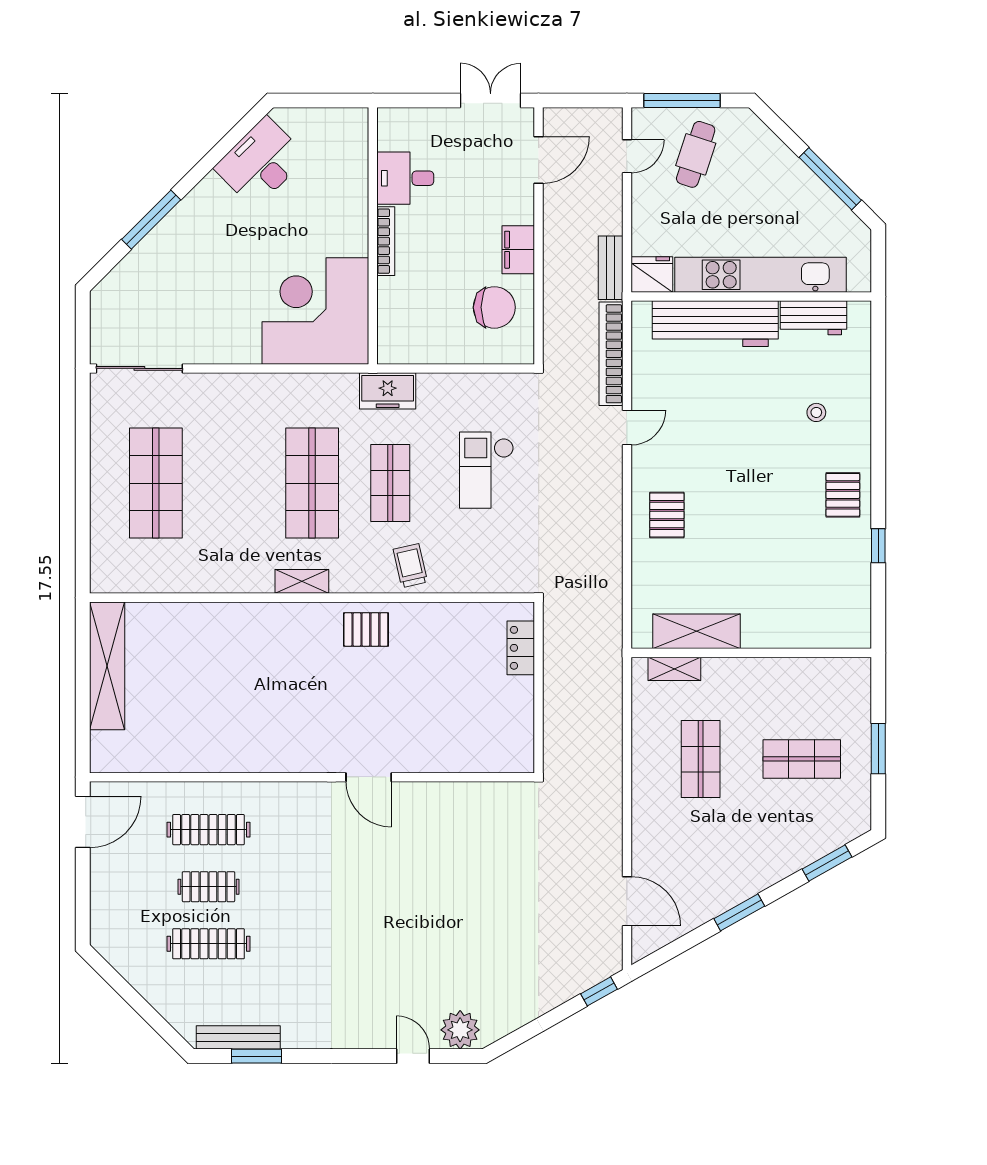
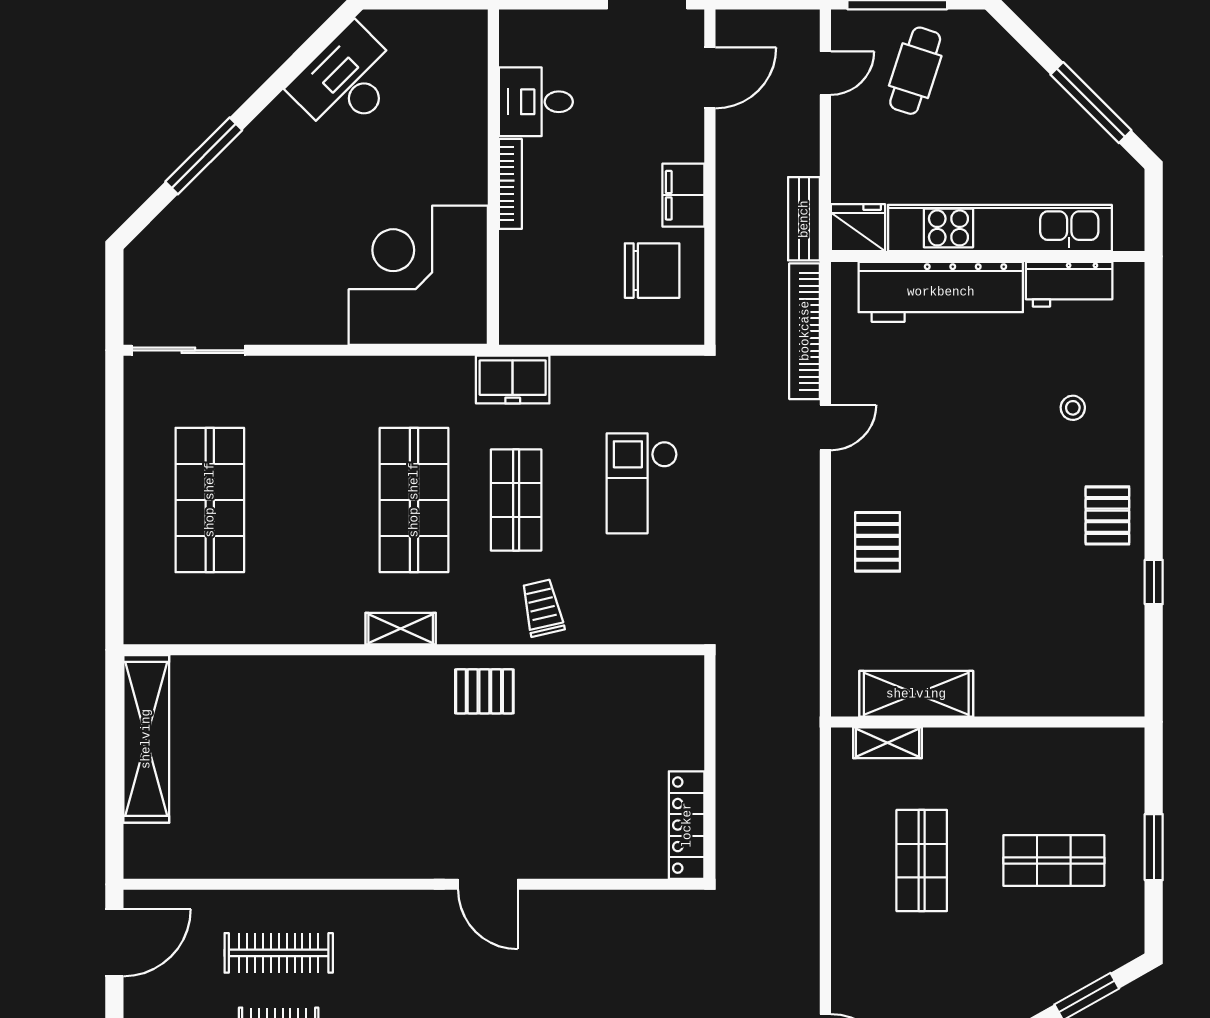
locker: (521, 648) -> (687, 825), moved, width x1.53

